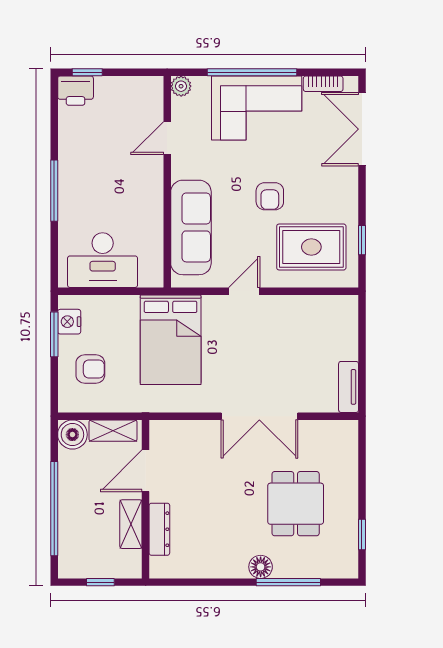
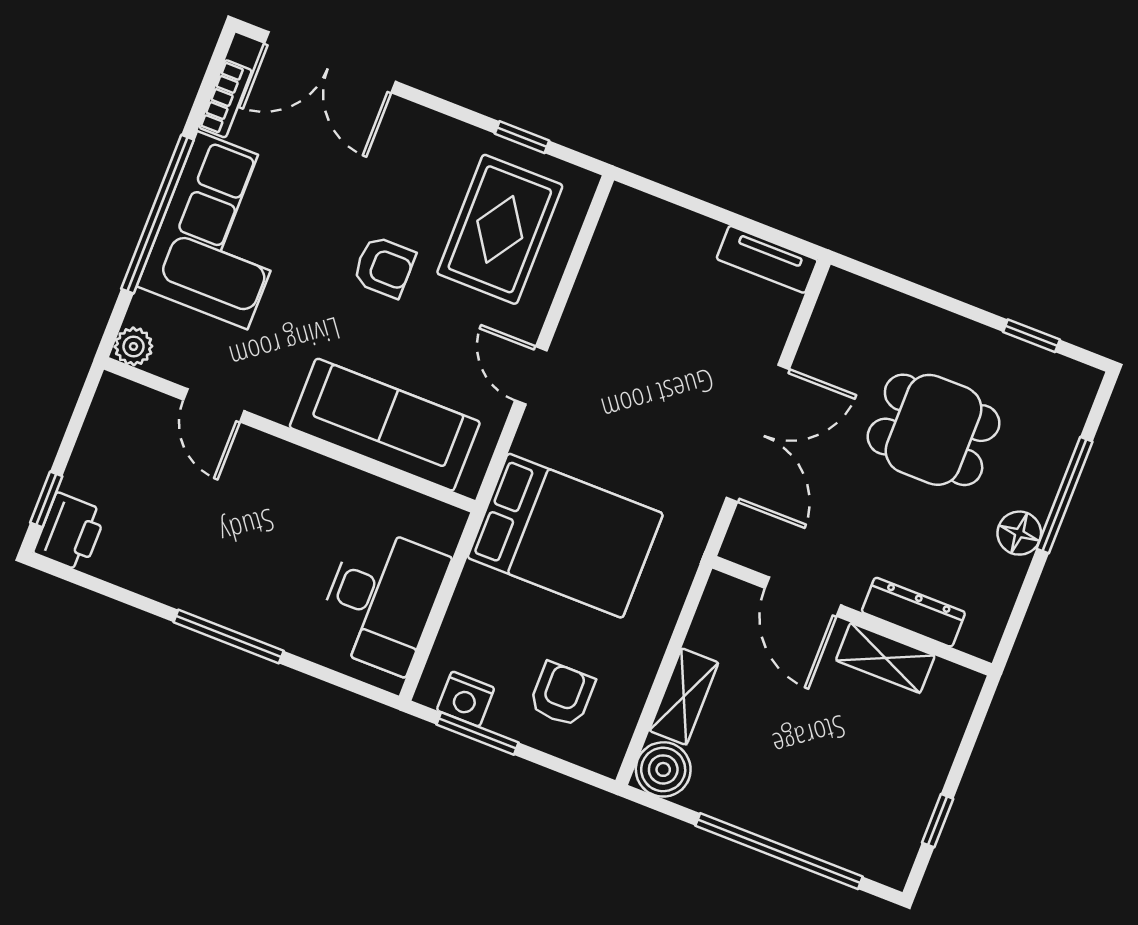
door: (146, 471) -> (803, 597), moved
wall: (146, 499) -> (852, 616), moved
shelving: (131, 524) -> (885, 658), moved
dresser: (159, 529) -> (913, 612), moved

